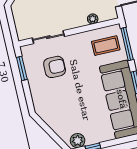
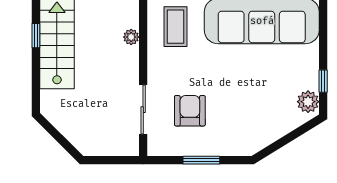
window: (22, 68) -> (201, 160), moved

